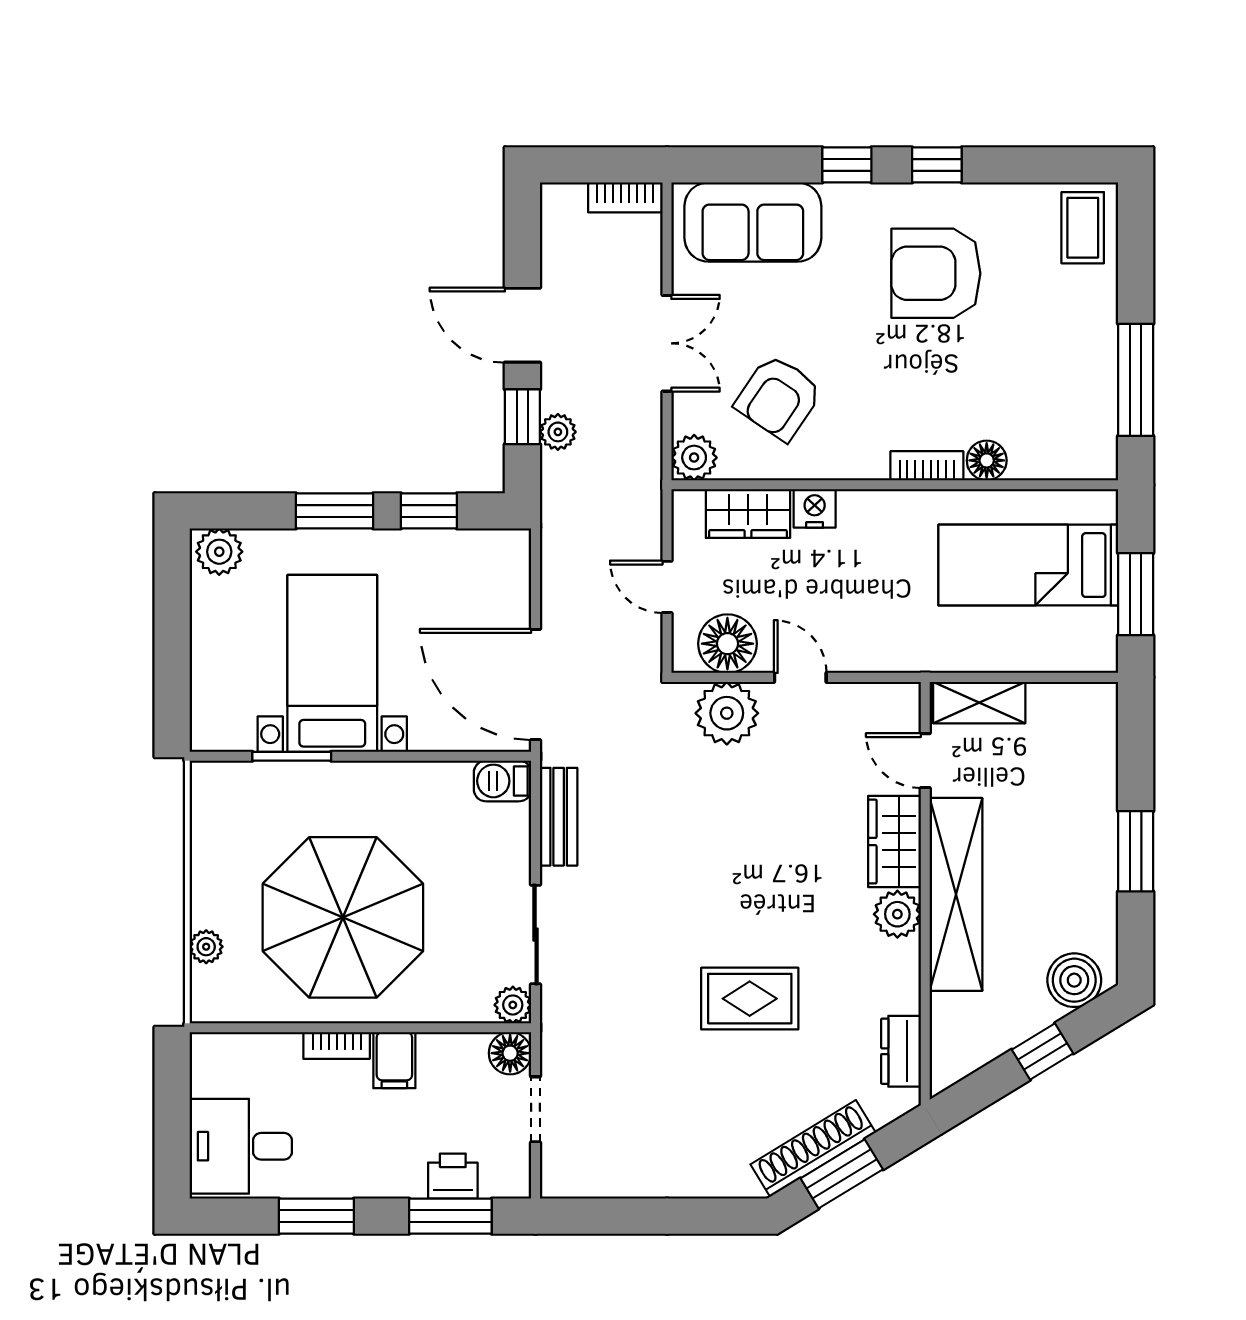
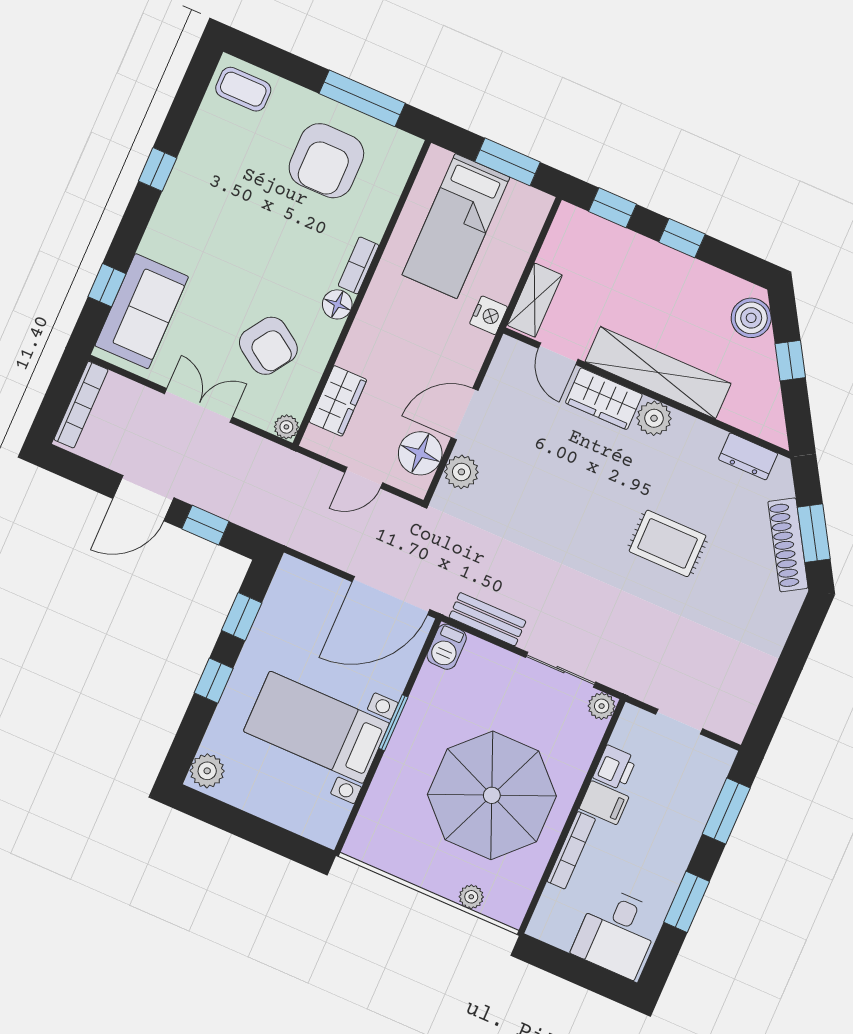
window: (847, 165) -> (107, 285), moved
bookcase: (625, 197) -> (81, 405), width x1.56
armchair: (936, 273) -> (326, 161), moved
plant: (558, 432) -> (226, 506), removed
plant: (694, 458) -> (286, 427), width x0.73, depth x0.73
floor lamp: (987, 460) -> (337, 304), moved
nightstand: (815, 508) -> (489, 315), moved, turned 180
window: (334, 511) -> (214, 681), width x0.67
door: (800, 677) -> (465, 414), width x1.38
plant: (727, 713) -> (461, 472), width x0.73, depth x0.73
window: (1136, 749) -> (612, 208), added
window: (292, 756) -> (393, 723), moved
door: (925, 761) -> (558, 354), hinge flipped
window: (1136, 851) -> (682, 238), width x0.67
rug: (750, 999) -> (668, 543), turned 90
bookcase: (337, 1045) -> (571, 850), width x1.56
floor lamp: (510, 1053) -> (634, 722), removed
printer: (453, 1176) -> (615, 768), moved, turned 180

